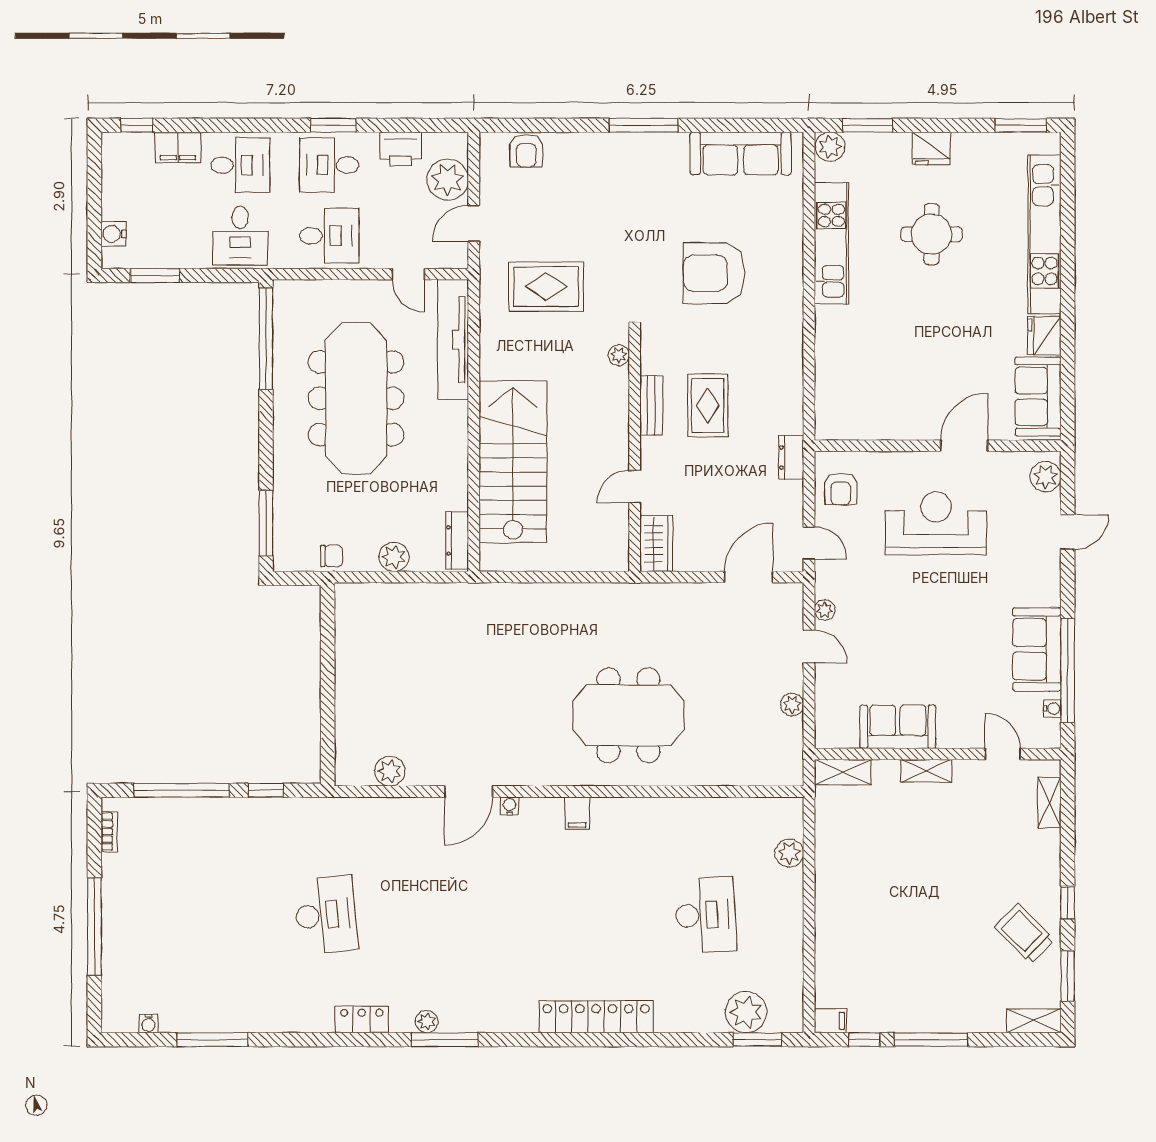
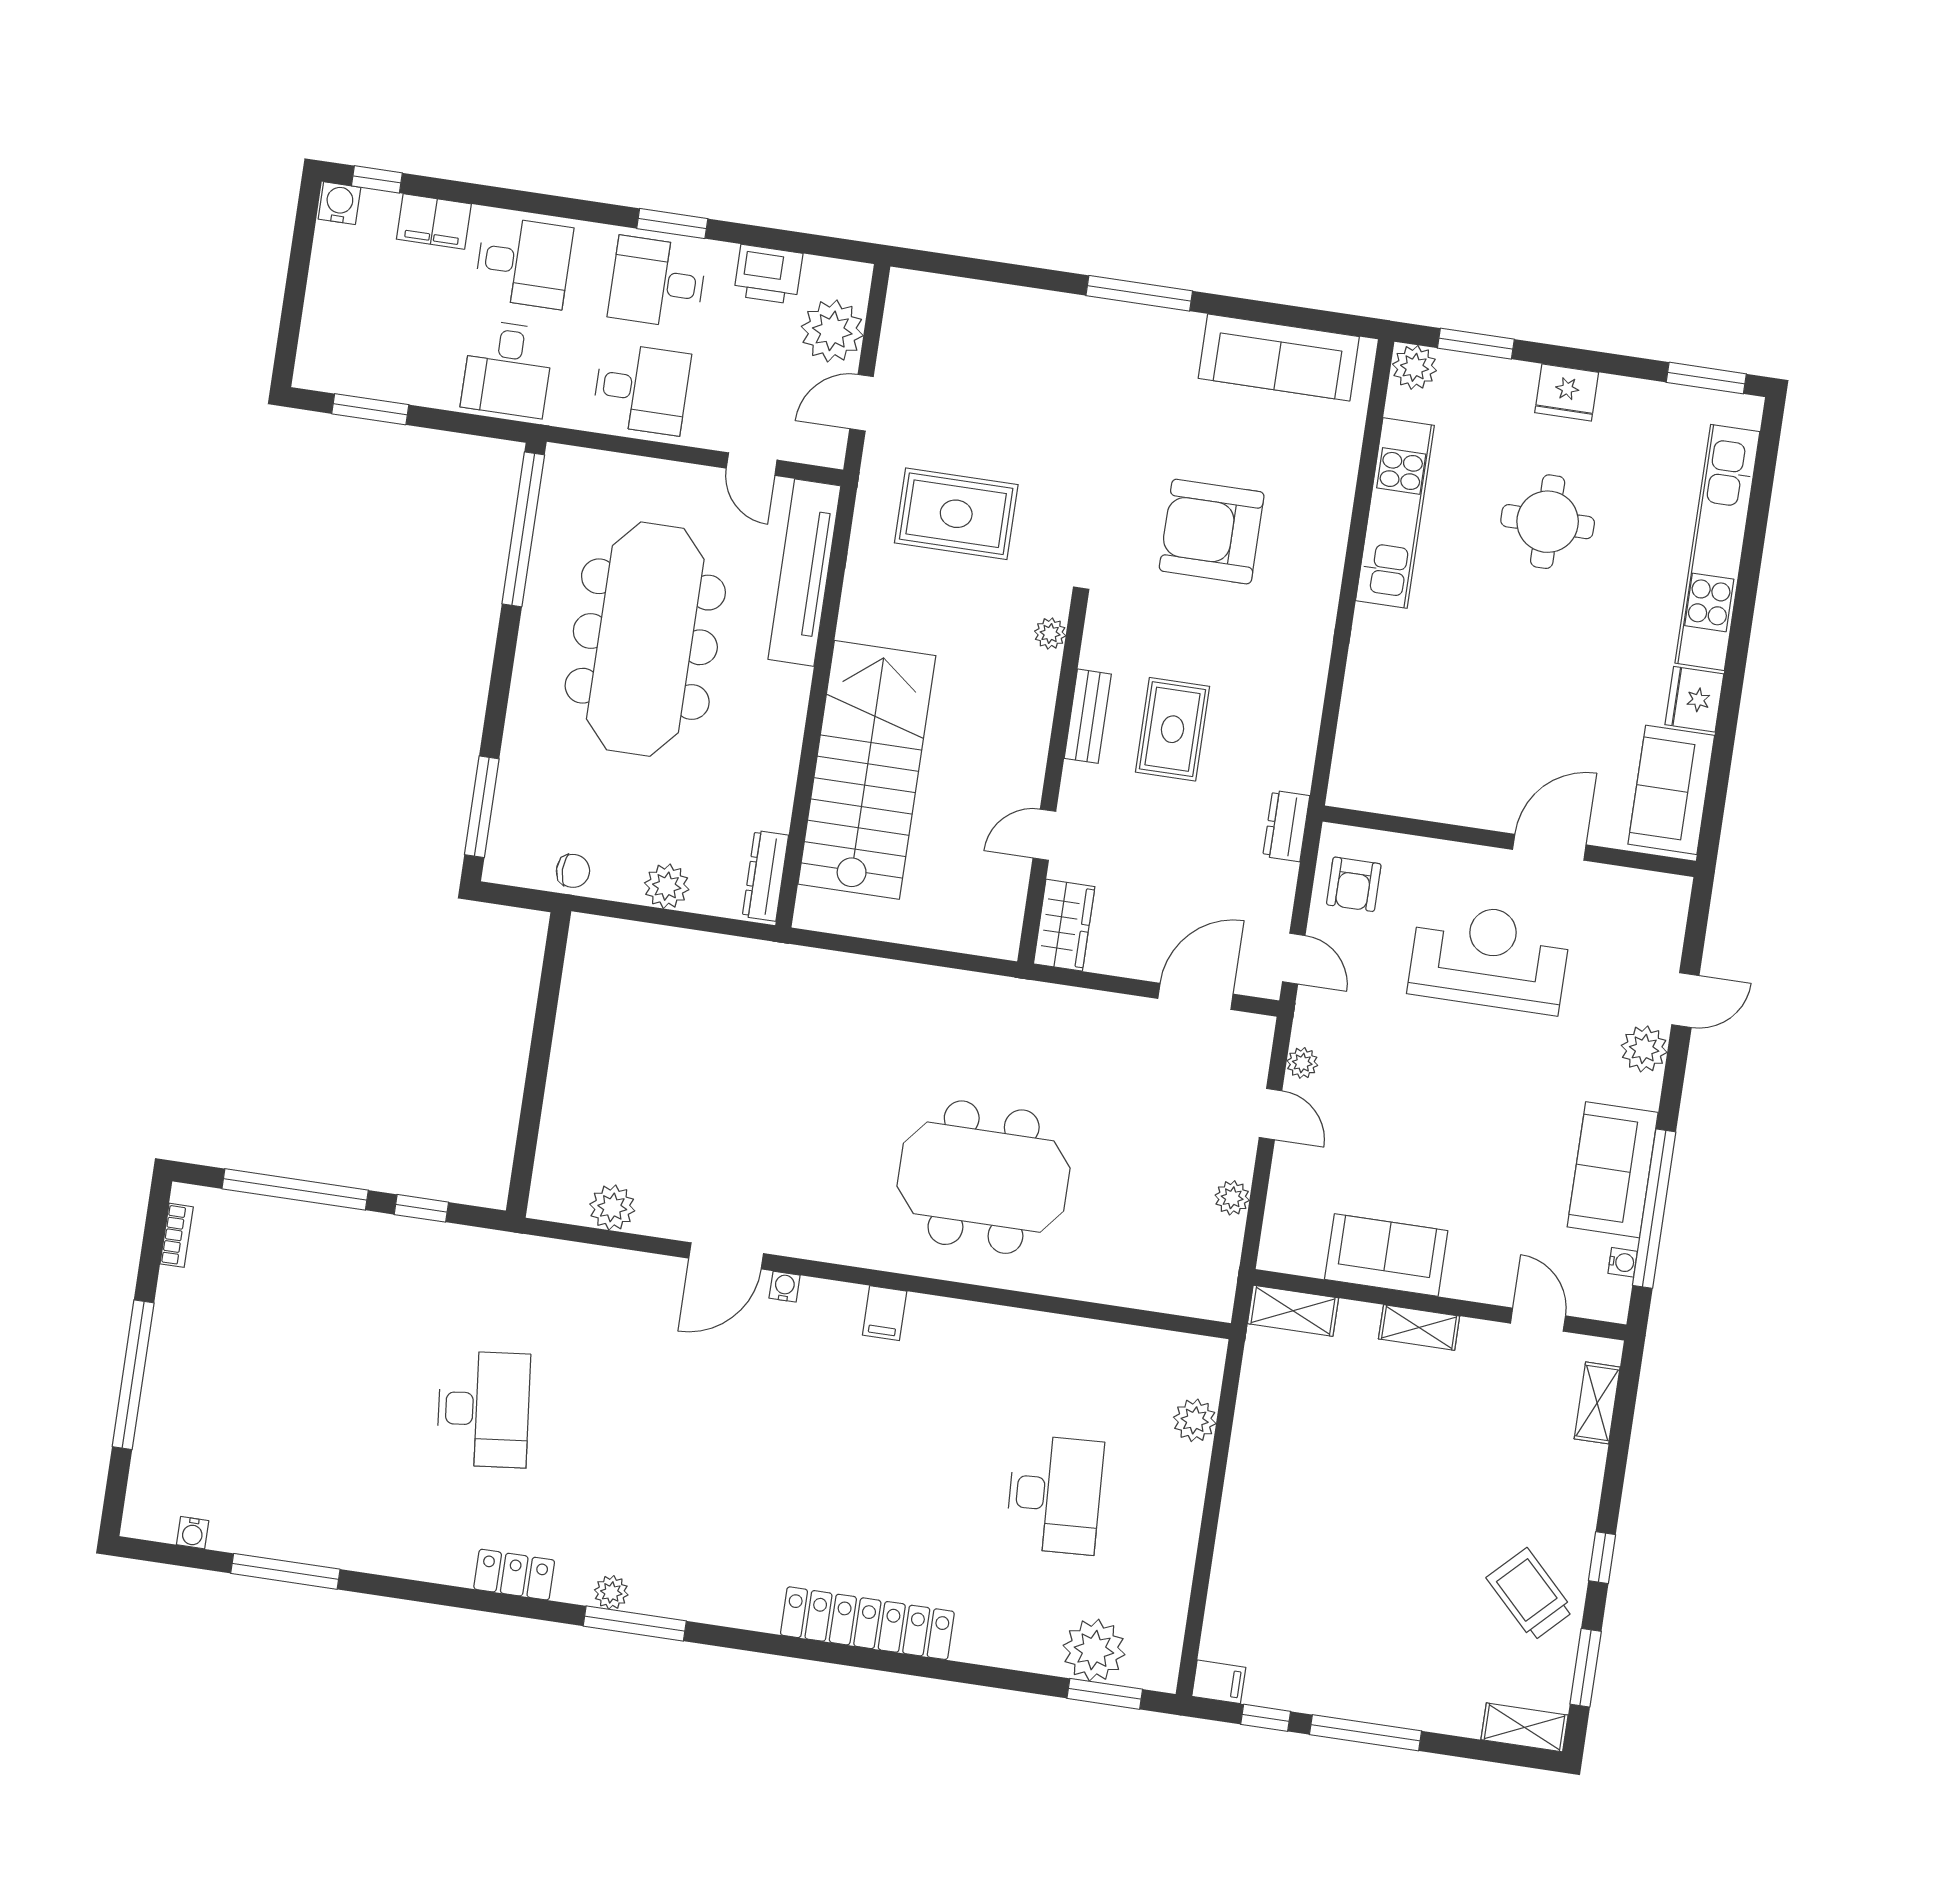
armchair: (526, 151) -> (957, 305), removed
water cooler: (113, 234) -> (339, 203), moved, turned 90
plant: (1046, 477) -> (1644, 1049), moved

